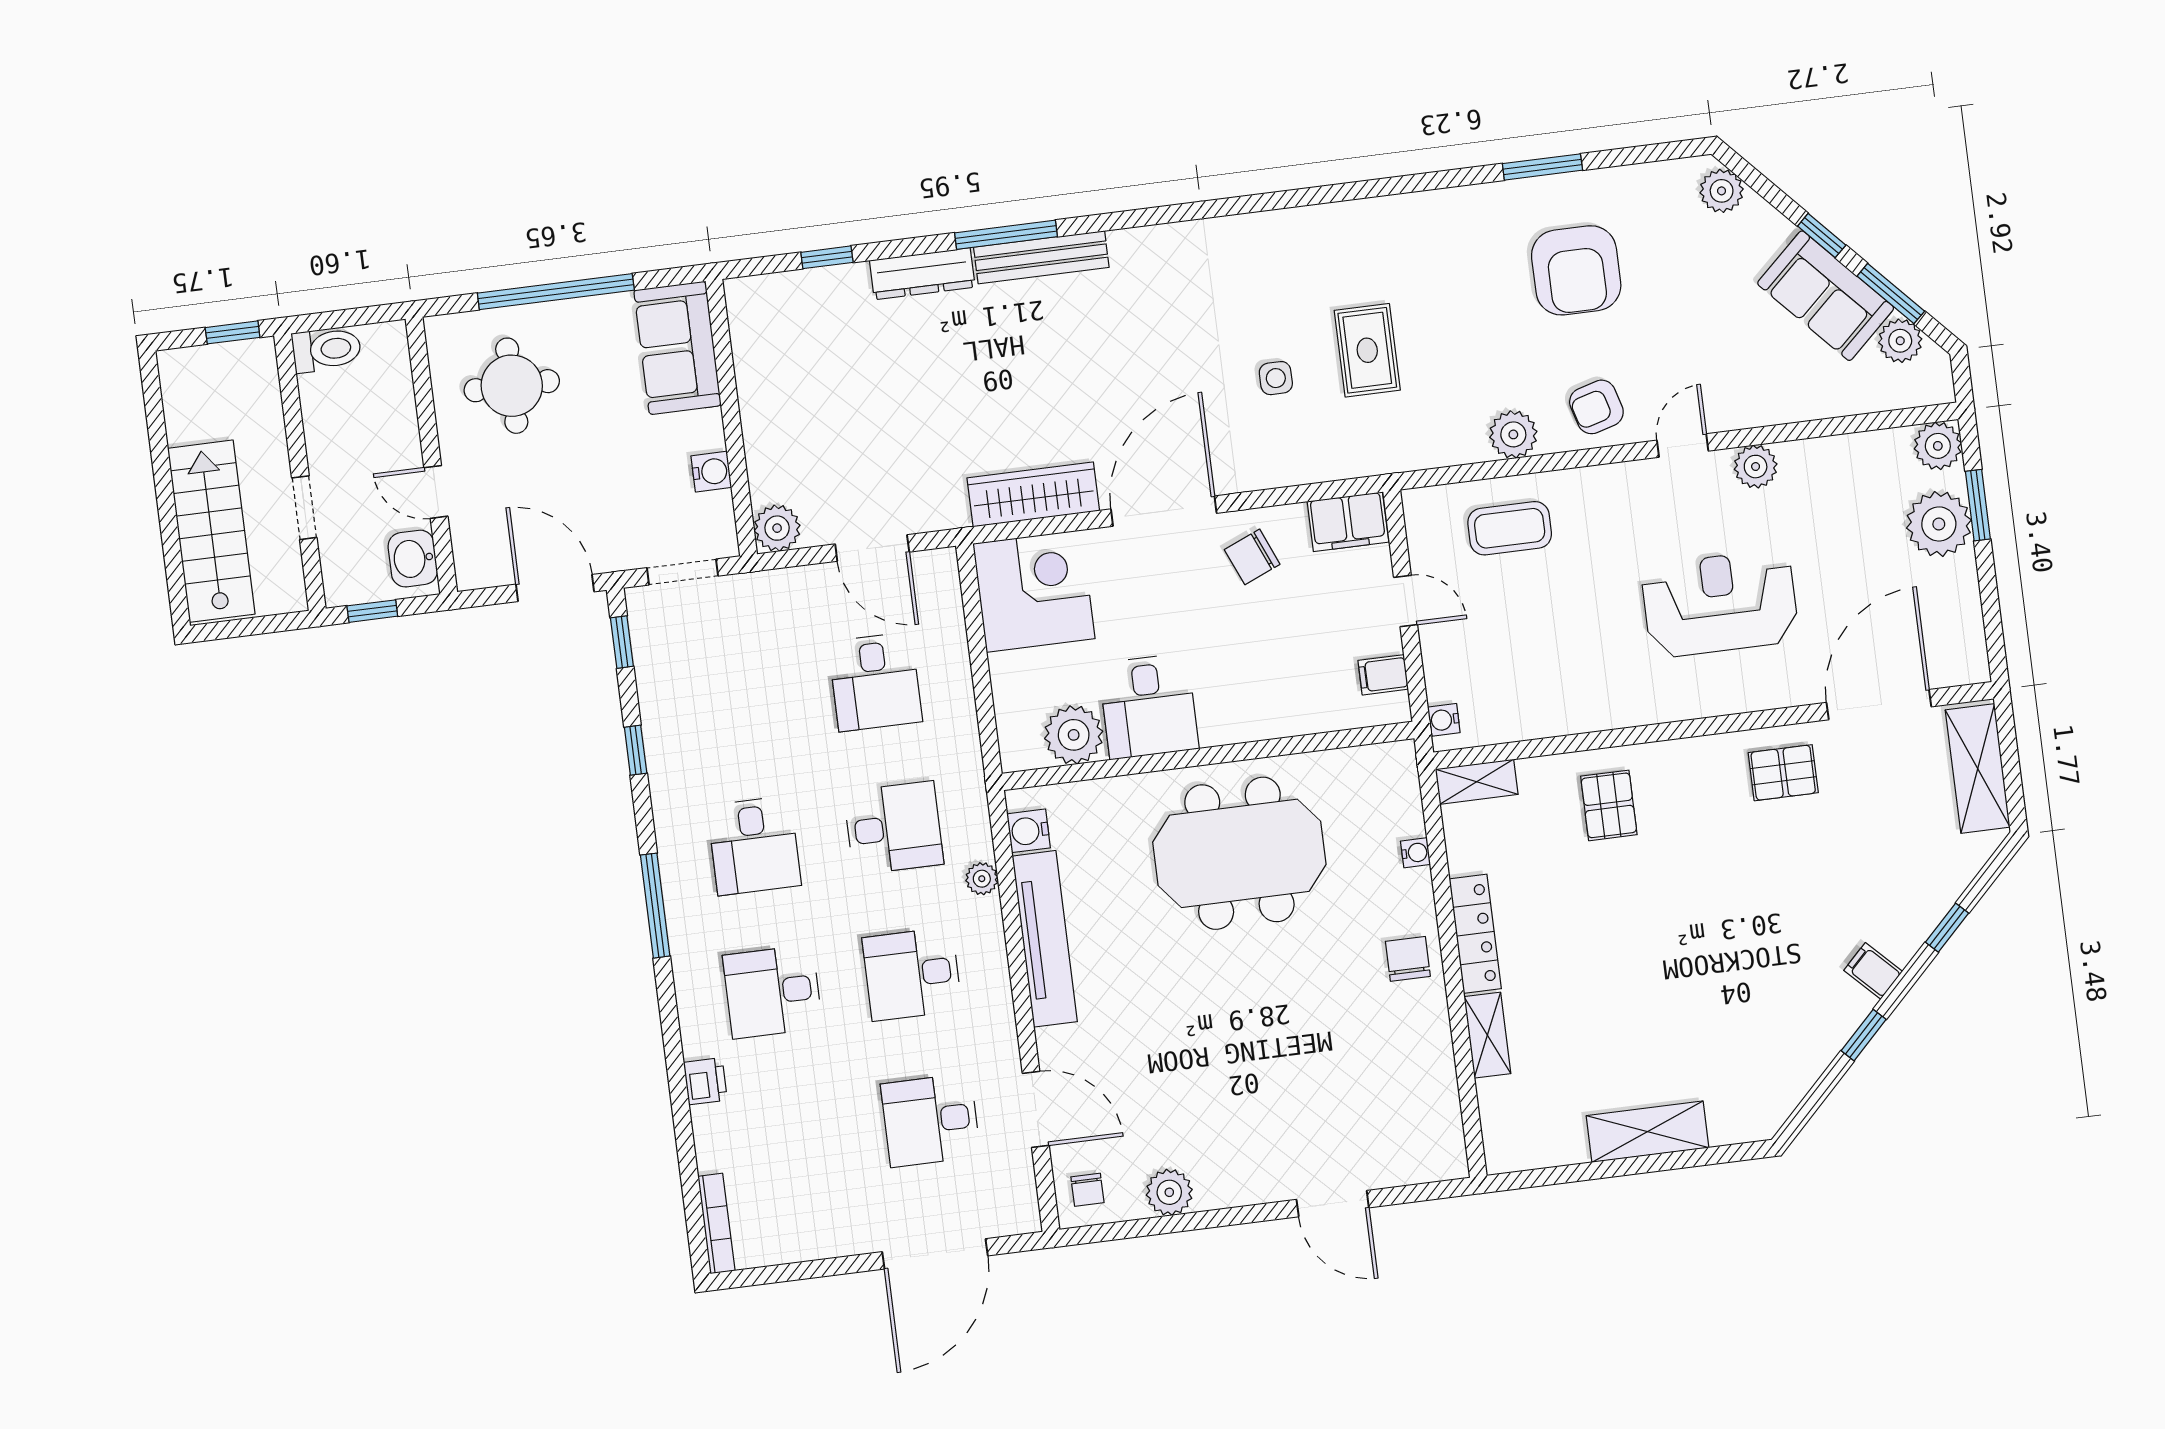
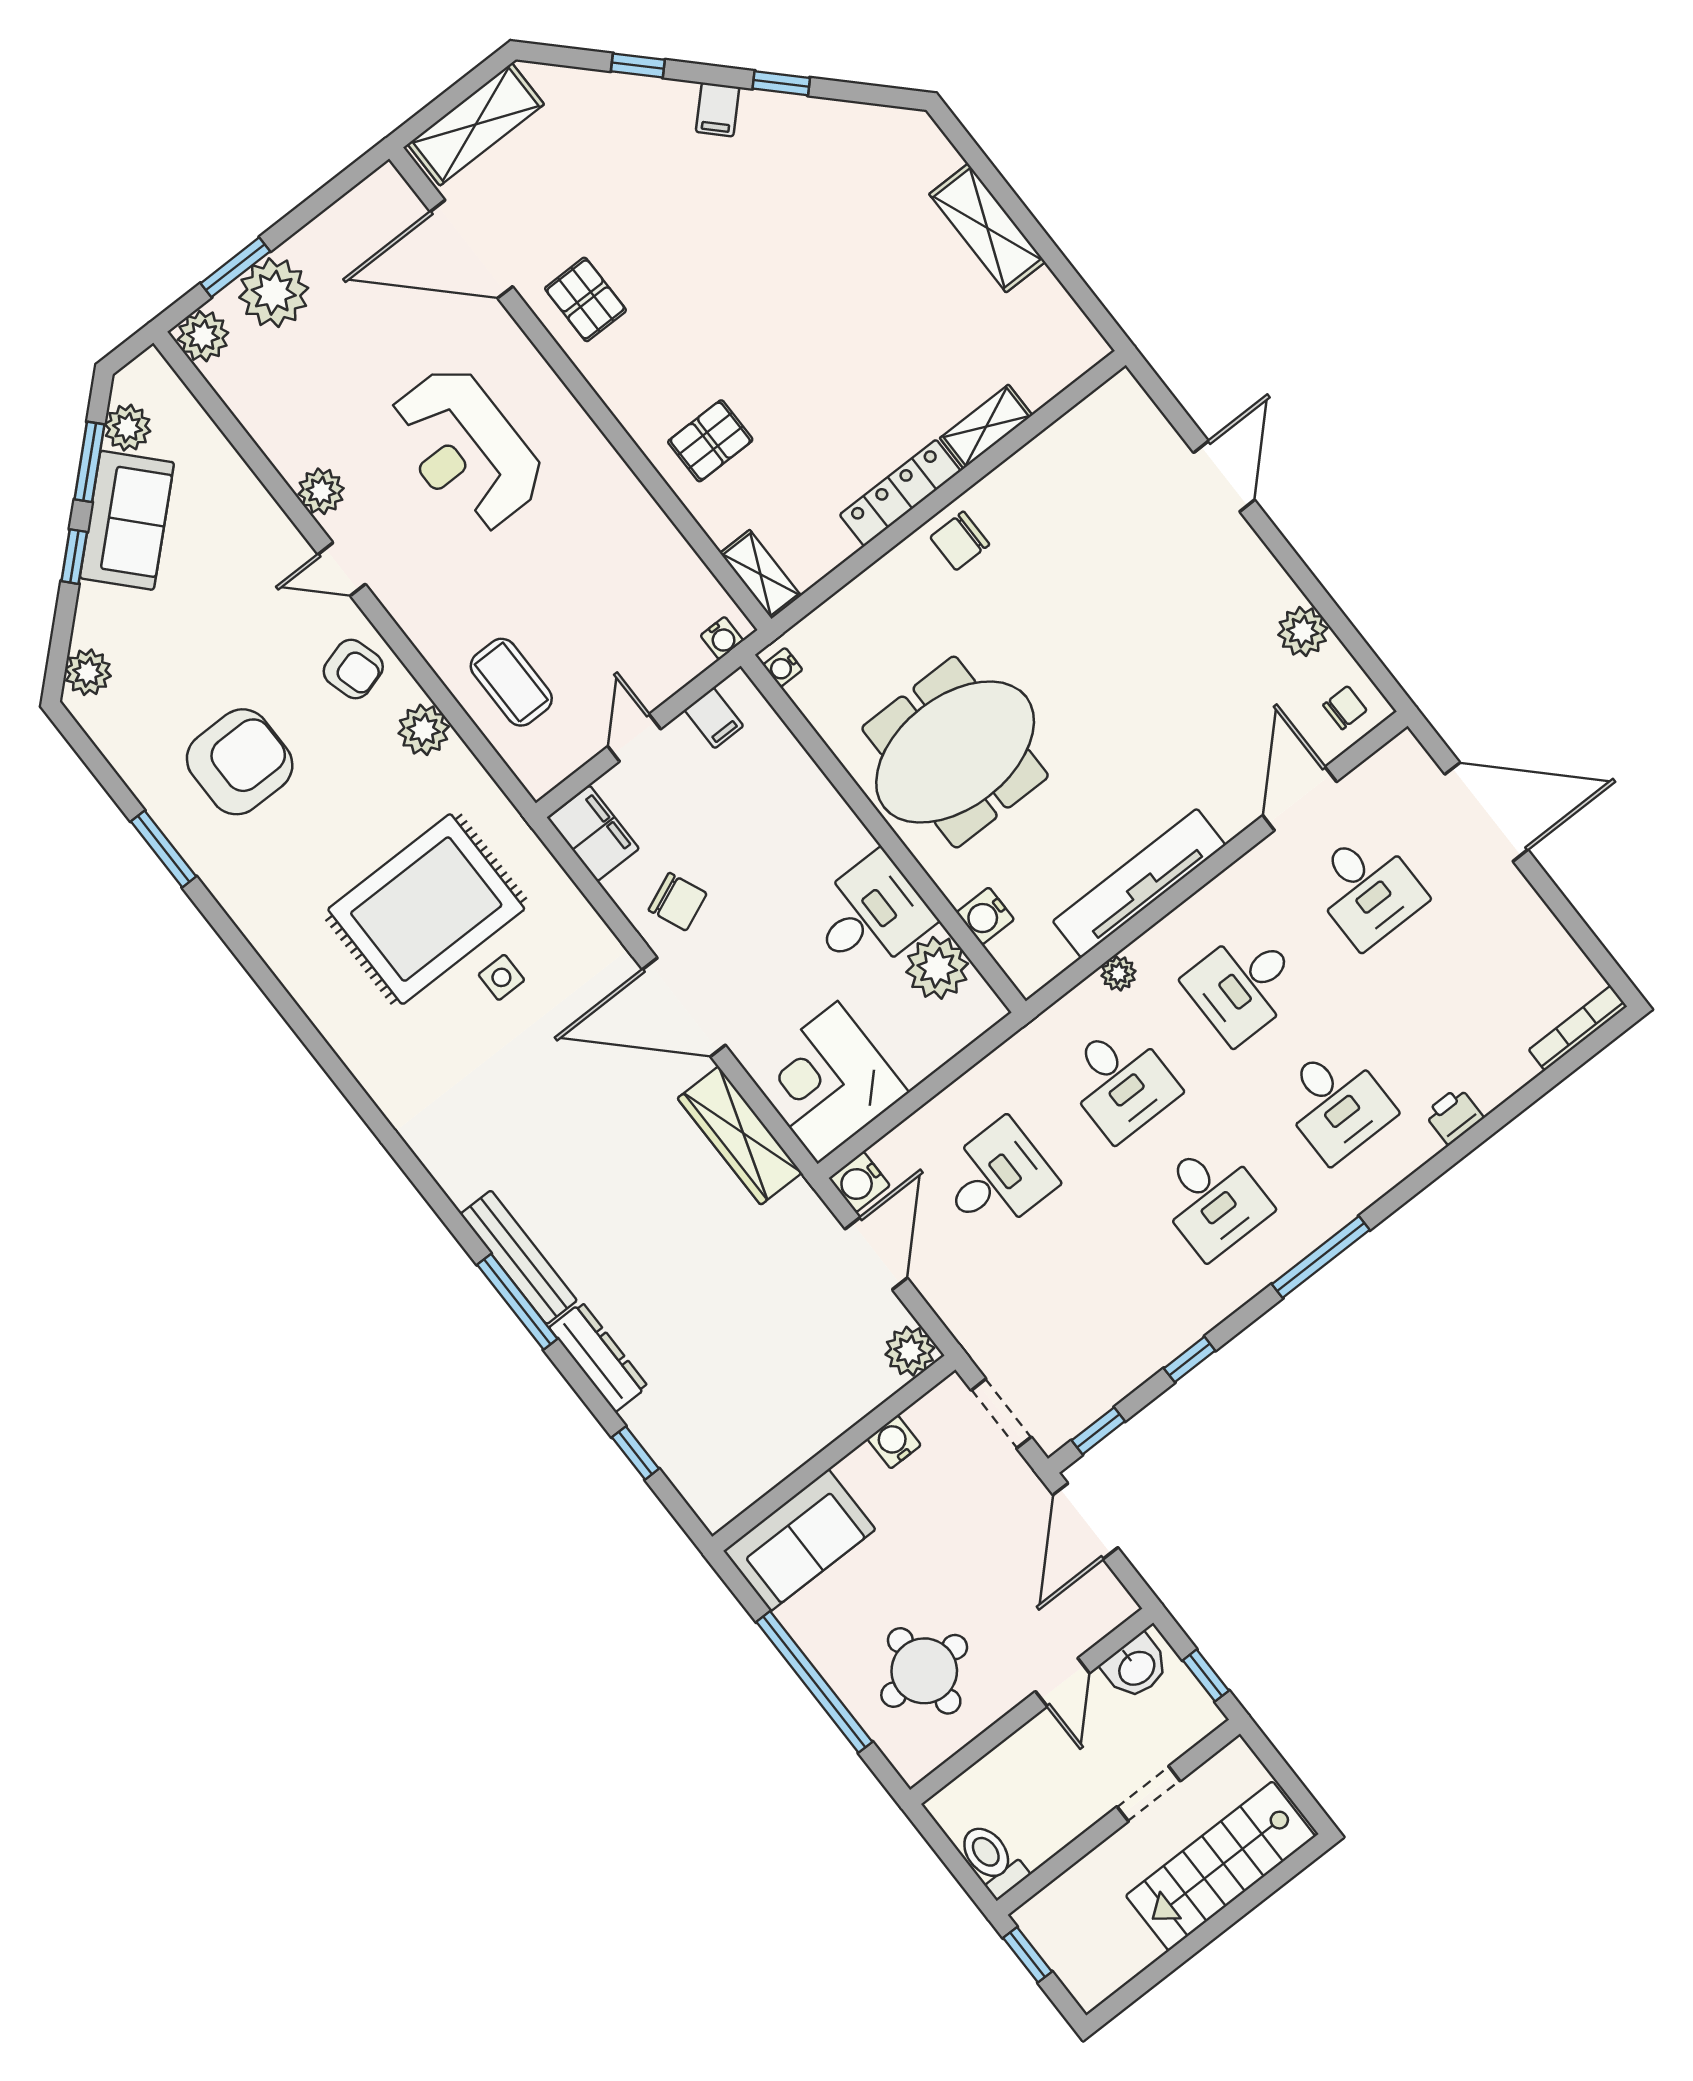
rug: (1367, 350) -> (426, 909), width x1.86, depth x2.06
water cooler: (938, 569) -> (859, 1182), added
desk: (894, 828) -> (1120, 1082), turned 180
water cooler: (1029, 831) -> (985, 916), moved, turned 90
desk: (754, 846) -> (1212, 1199), turned 90
meeting table: (1239, 853) -> (955, 752), turned 90
water cooler: (1415, 853) -> (783, 667), moved, turned -90
desk: (912, 974) -> (1243, 985), turned 90

